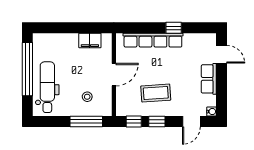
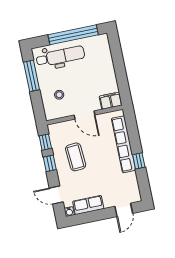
filing cabinet: (90, 40) -> (111, 101), moved, turned 90
row of seats: (209, 79) -> (88, 205), moved
window: (86, 121) -> (32, 76), moved

